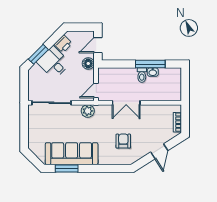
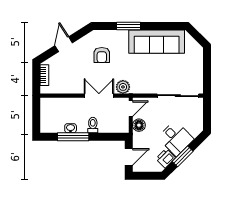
window: (38, 54) -> (183, 156), moved
floor lamp: (88, 63) -> (139, 125), moved
toilet: (142, 75) -> (93, 125), moved
plant: (88, 111) -> (123, 87), moved
window: (67, 168) -> (128, 26), moved

